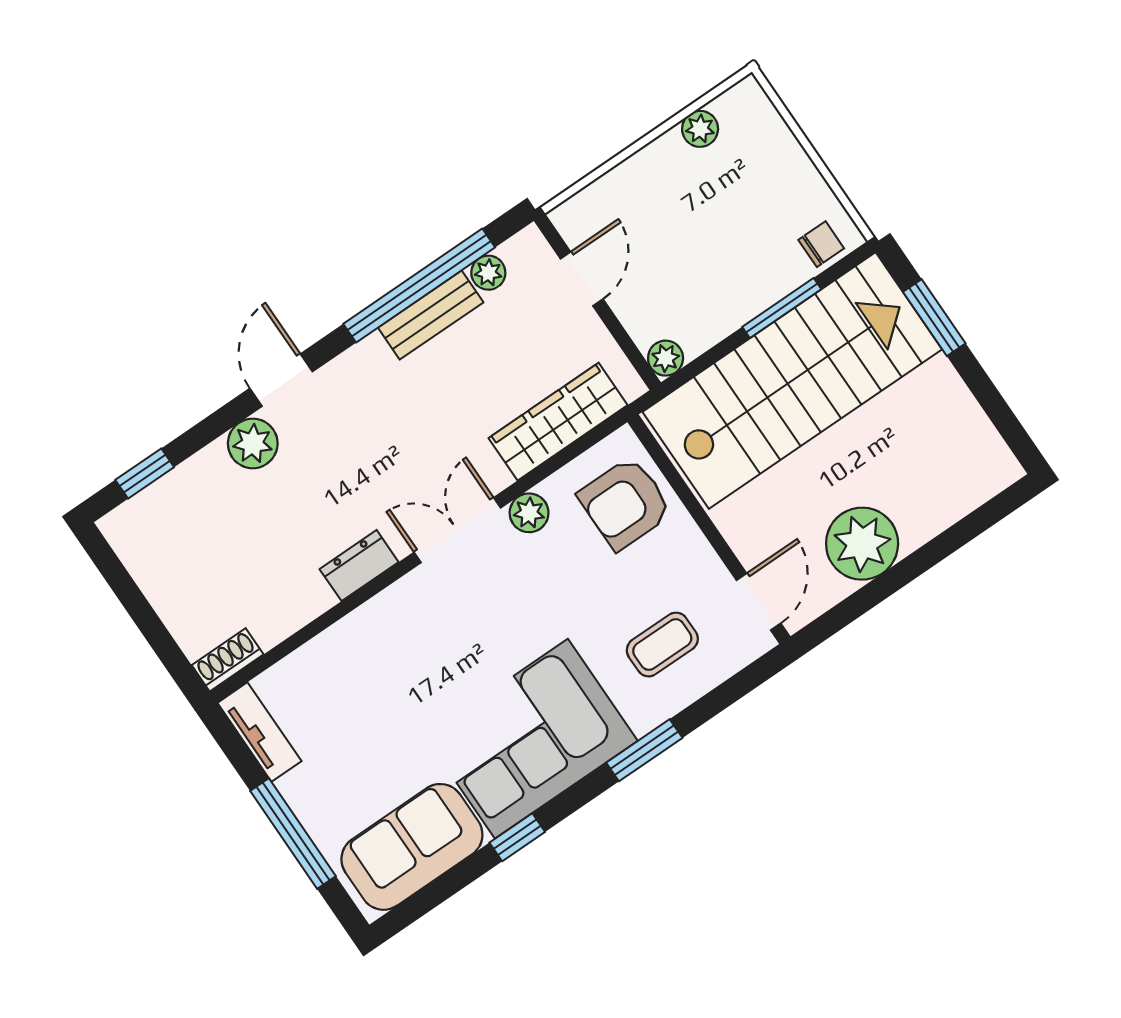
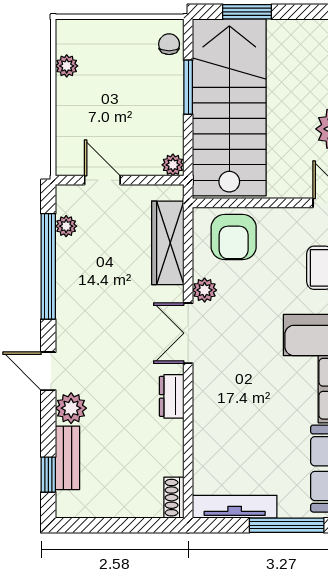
bench: (431, 315) -> (68, 458), moved
tv unit: (259, 732) -> (235, 507), width x1.41

